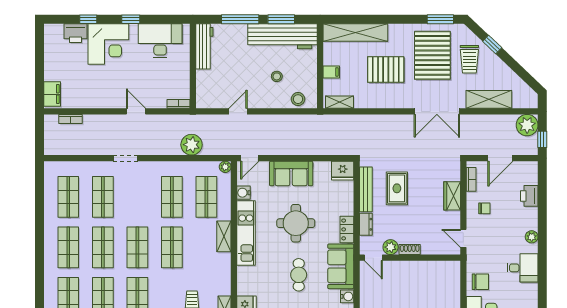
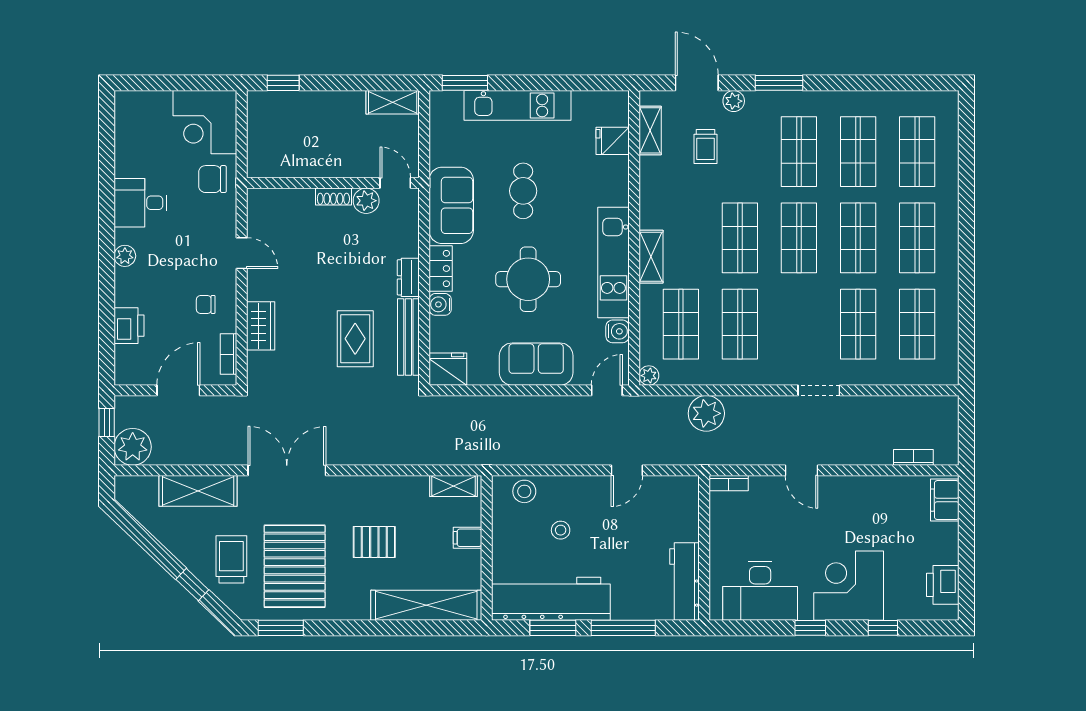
printer: (75, 33) -> (943, 585), moved, turned -90
pallet: (386, 70) -> (374, 542), width x0.67, depth x0.71
plant: (391, 247) -> (366, 201), moved
shoe rack: (410, 250) -> (333, 197), moved
door: (373, 258) -> (395, 183), moved
wall: (410, 258) -> (333, 183), moved
water cooler: (347, 296) -> (440, 304), moved

